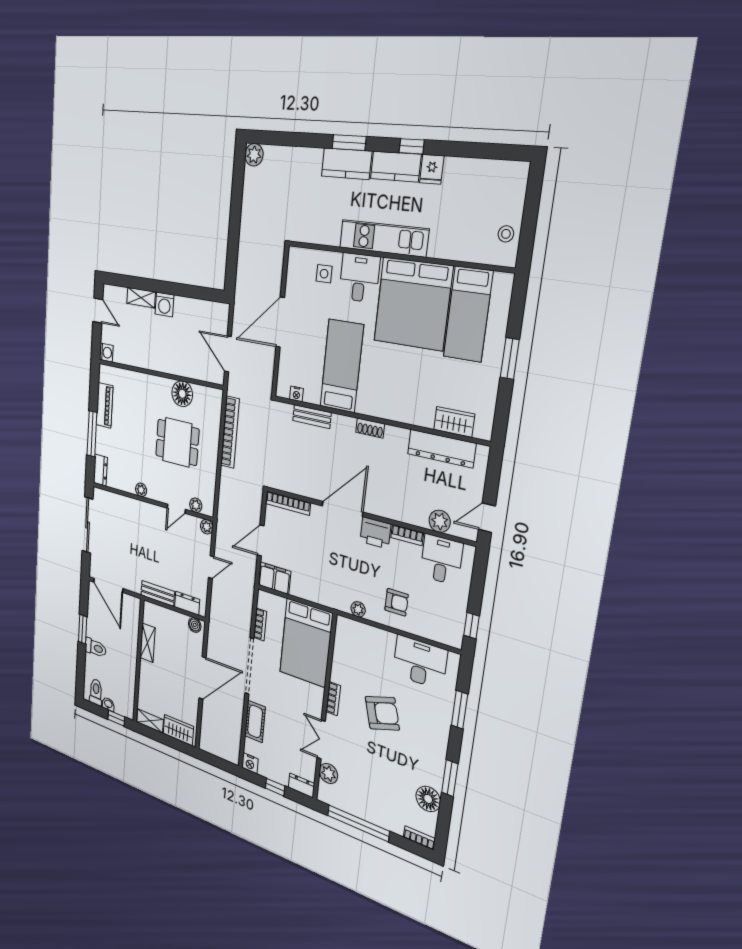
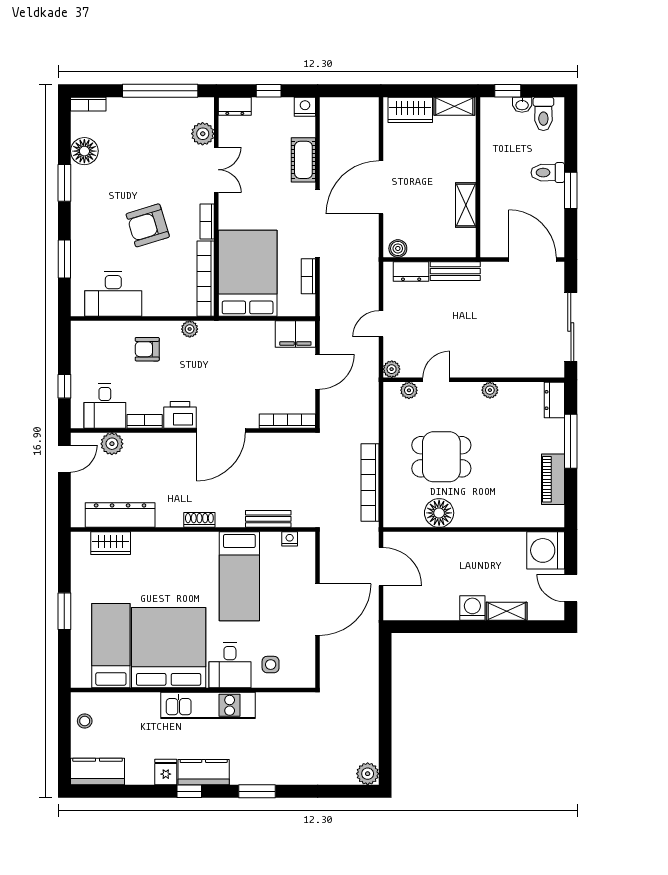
kitchen counter: (346, 164) -> (98, 771), moved
washing machine: (106, 352) -> (546, 550), width x1.89, depth x1.89
window: (472, 626) -> (64, 386), moved
bookcase: (340, 650) -> (206, 279), added

